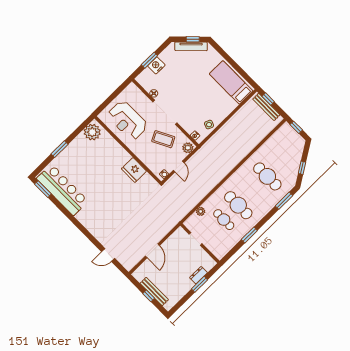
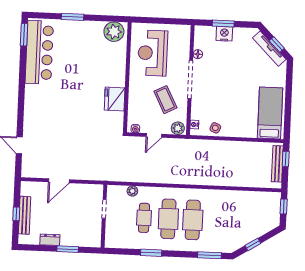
cafe table: (267, 176) -> (193, 220), moved
dresser: (199, 275) -> (50, 240), moved

